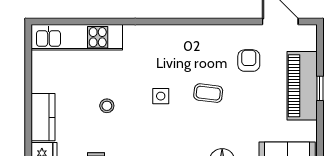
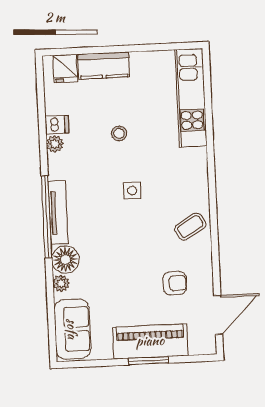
window: (320, 88) -> (148, 361), width x1.50
coffee table: (208, 93) -> (190, 227), moved, turned 52

